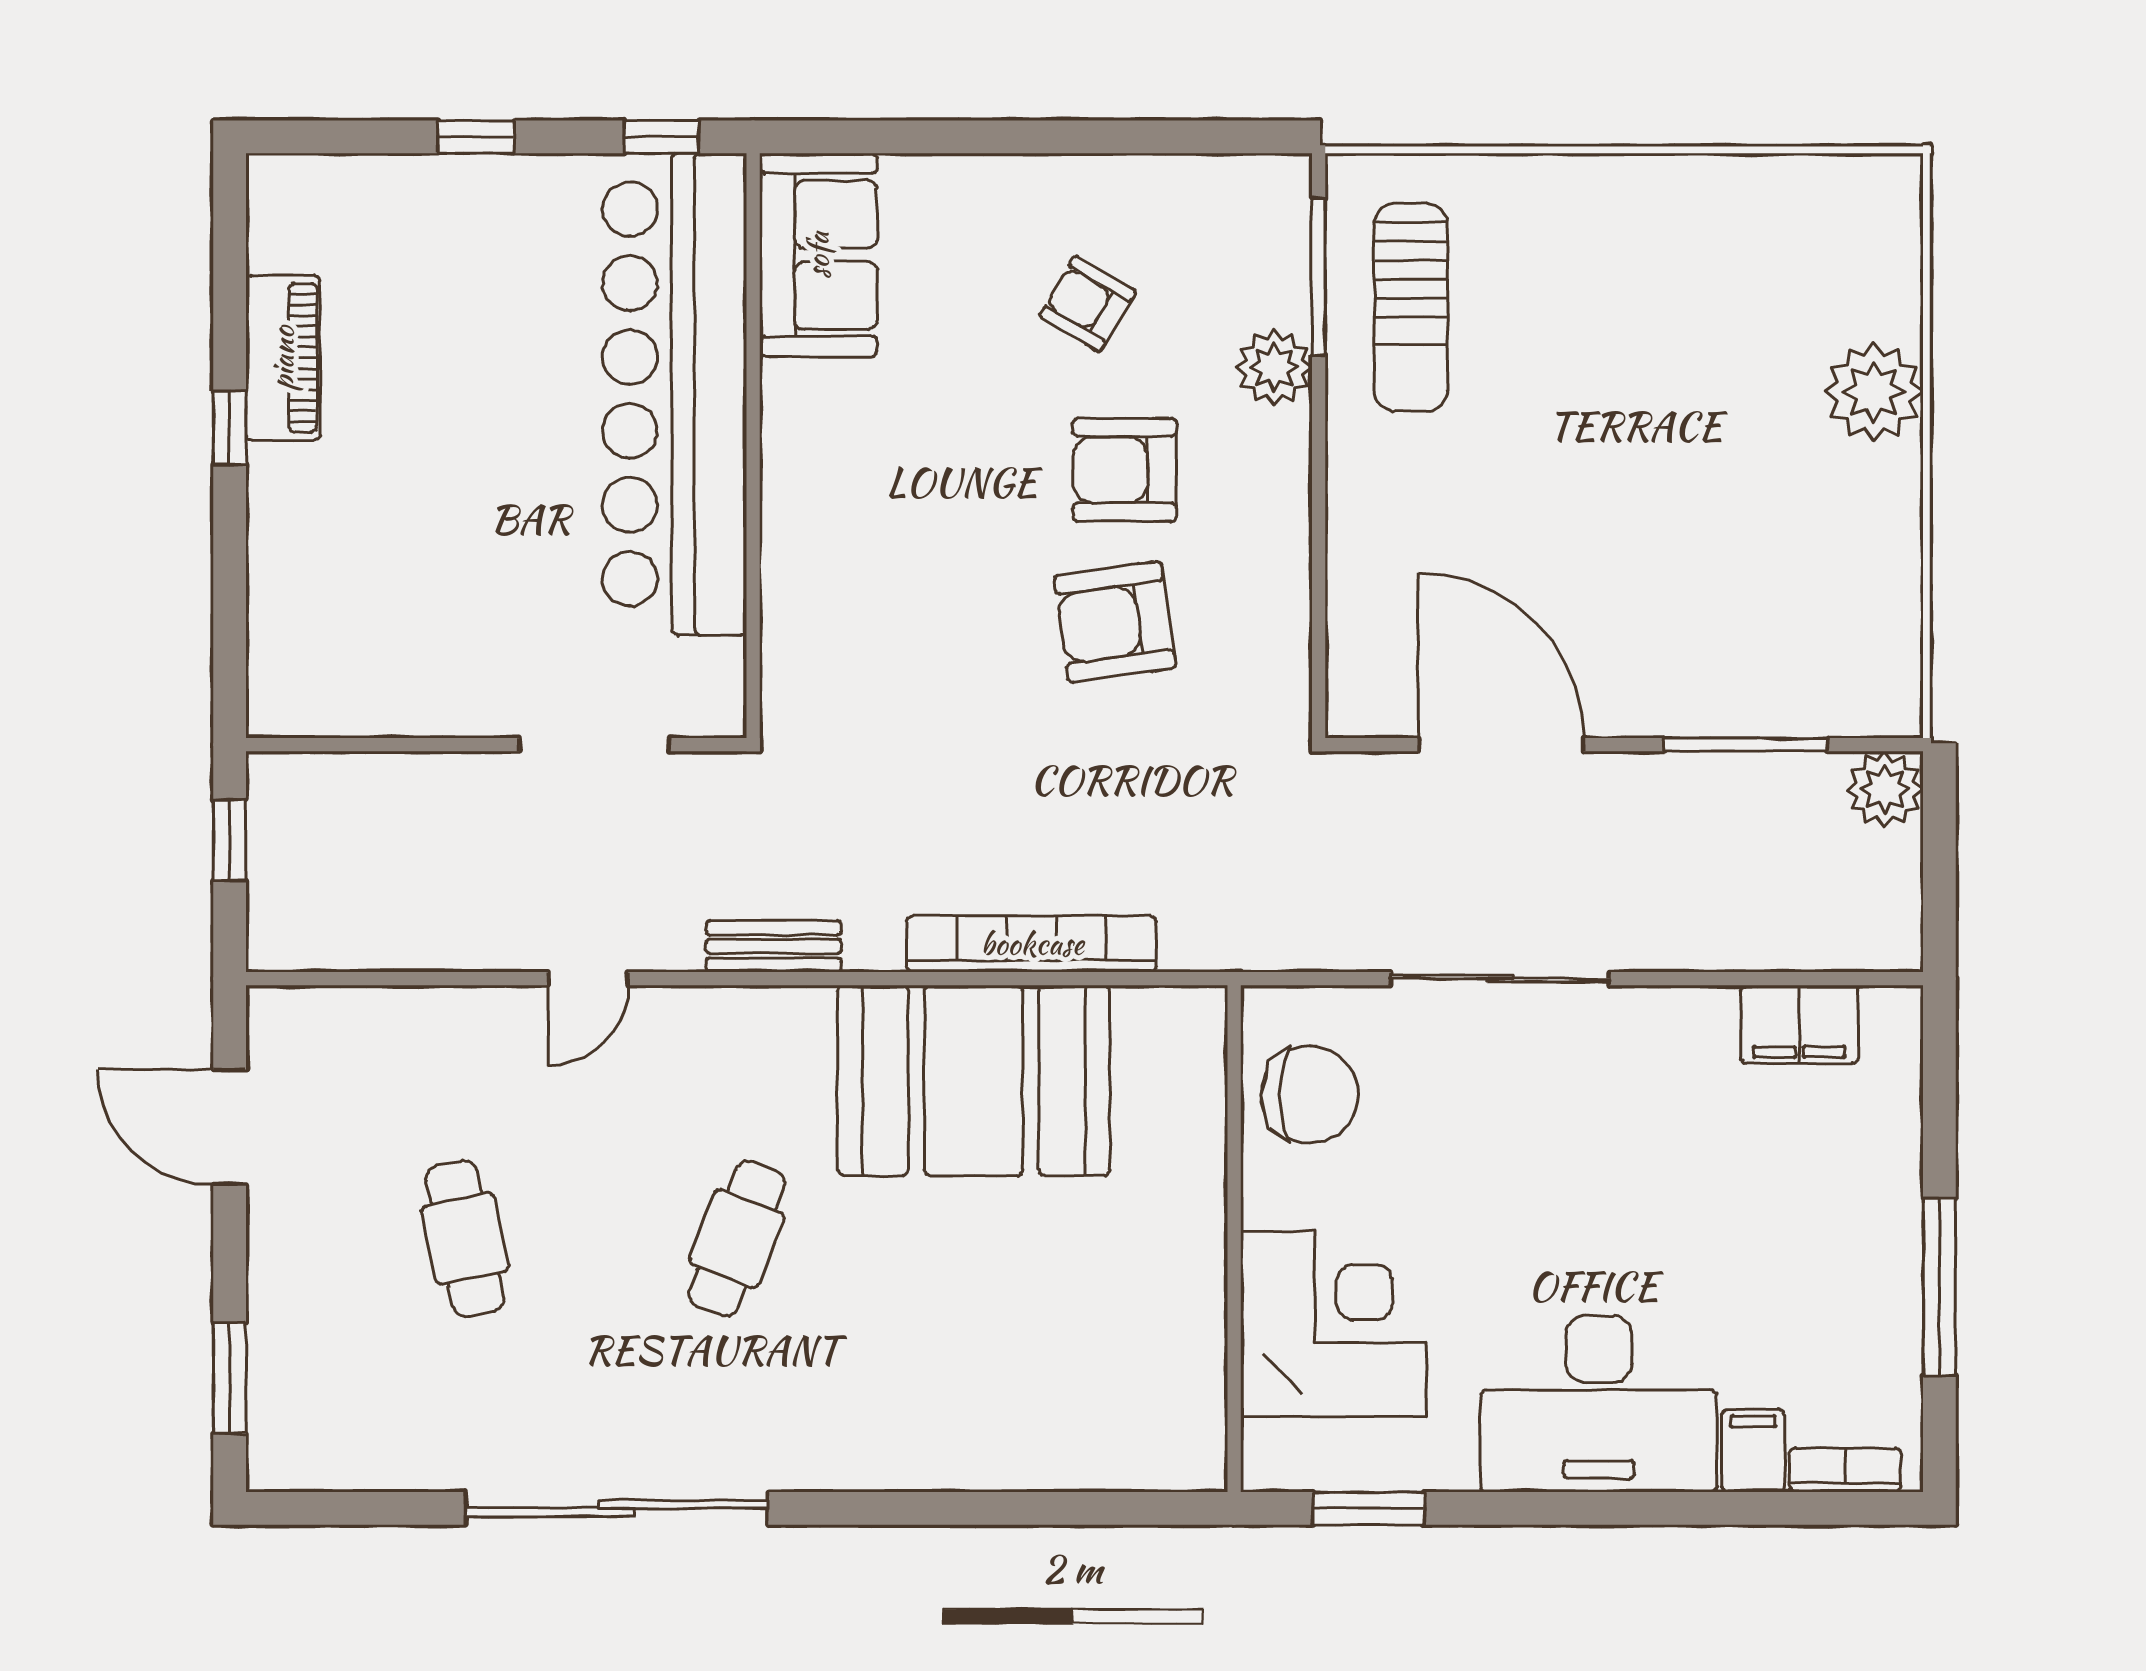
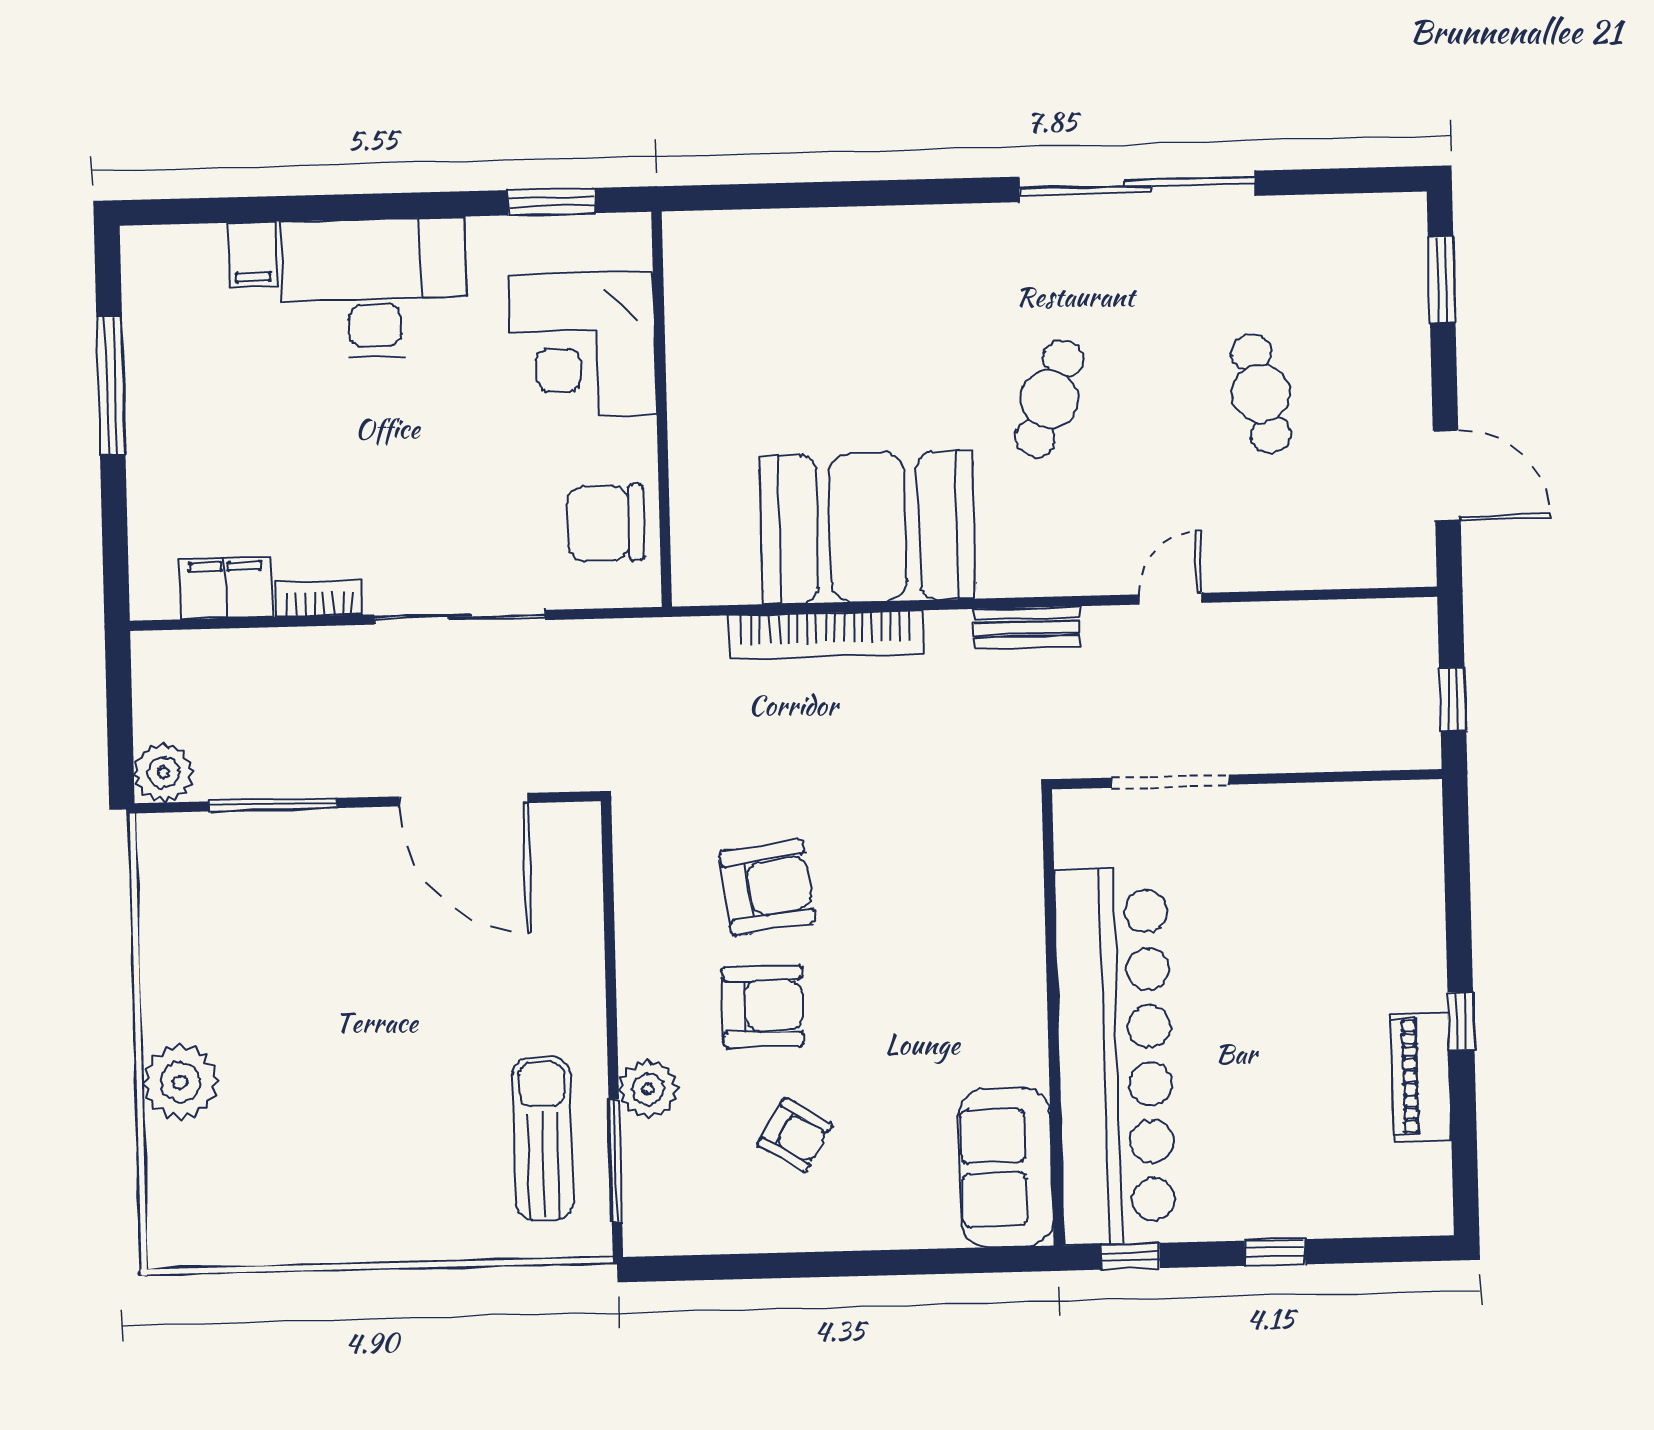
bookcase: (1845, 1470) -> (319, 599), moved, turned 180

